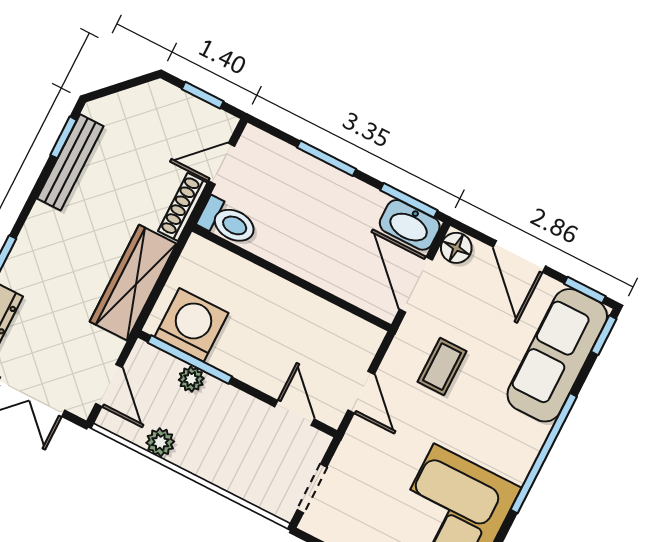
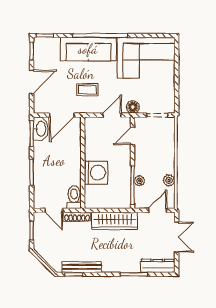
floor lamp: (456, 248) -> (133, 107), moved
washing machine: (191, 325) -> (96, 173), moved, turned 180
sofa: (557, 355) -> (88, 49), moved

